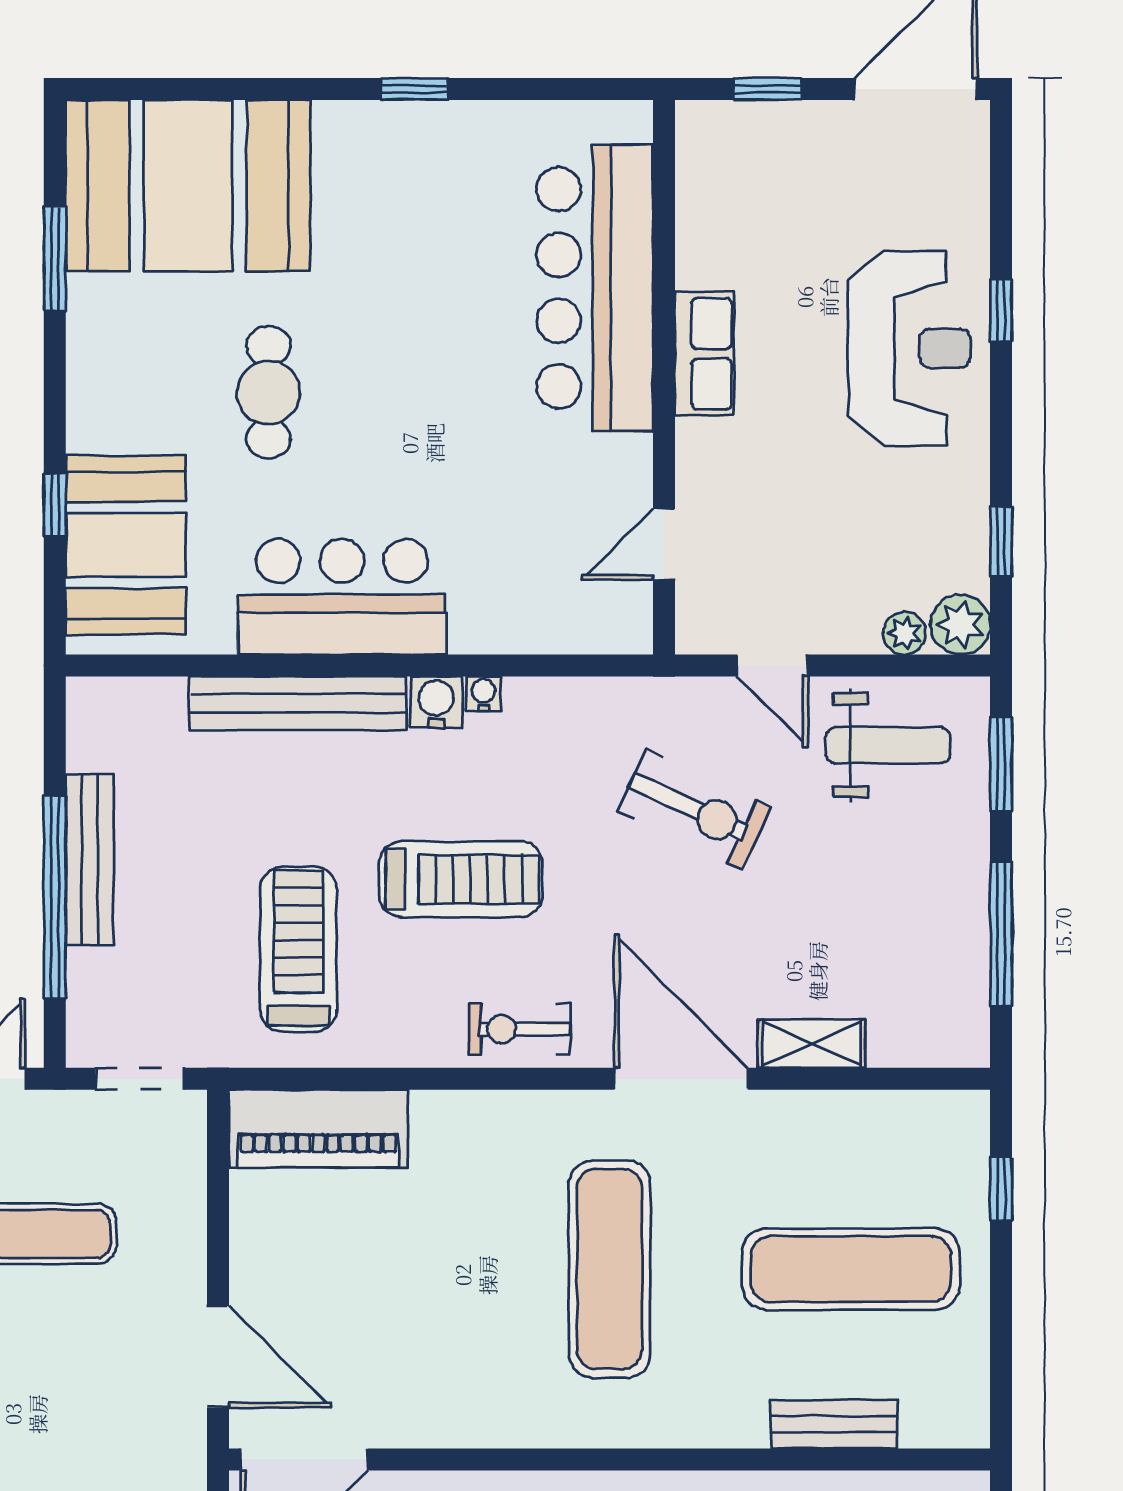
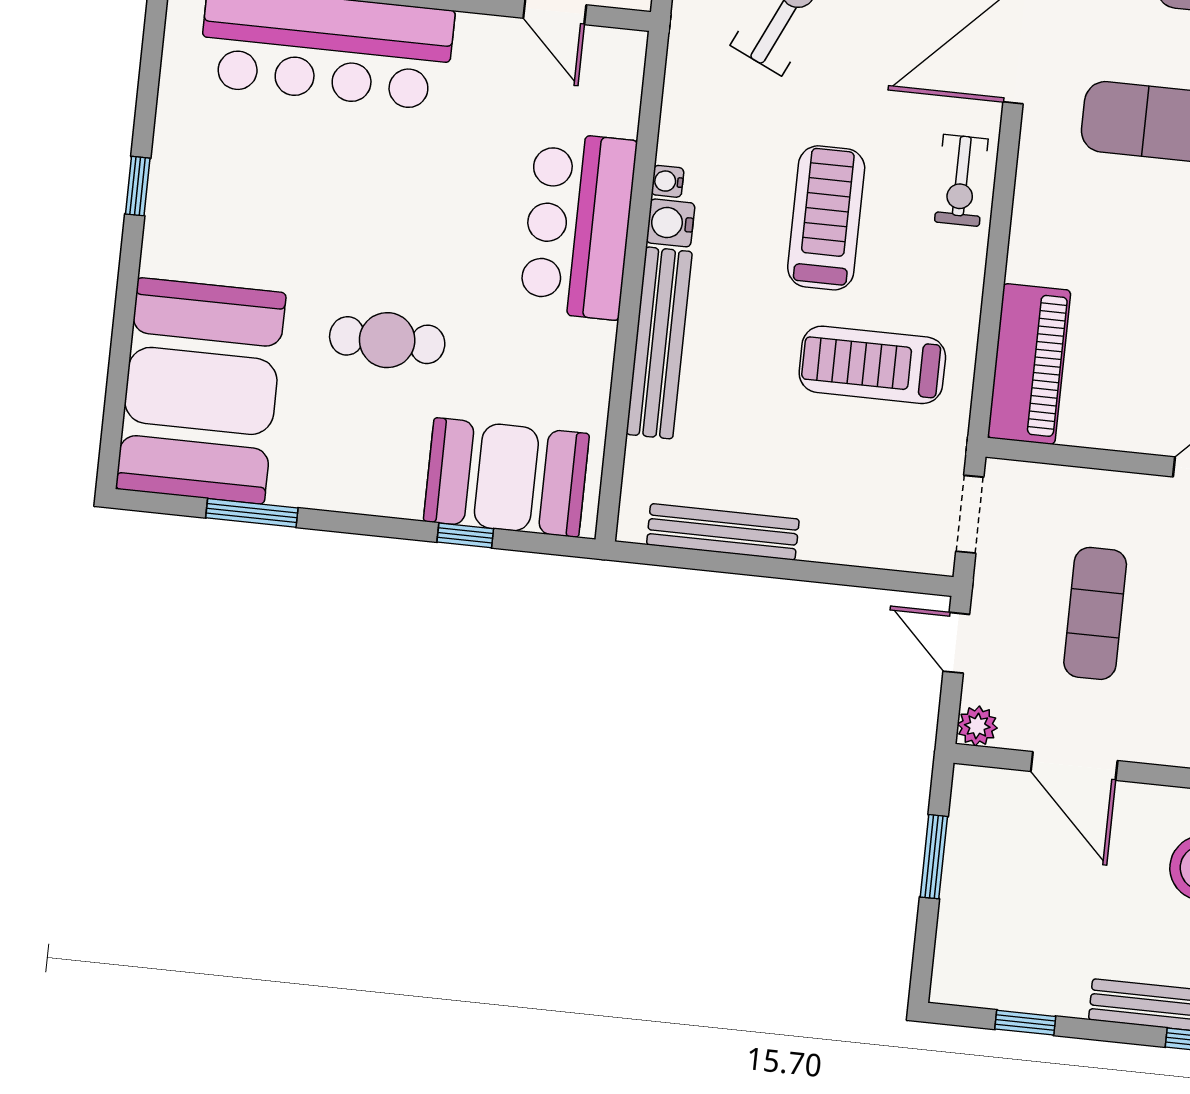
bar counter: (342, 597) -> (578, 225), moved
bench: (90, 860) -> (723, 532), moved
window: (55, 897) -> (805, 571), removed

